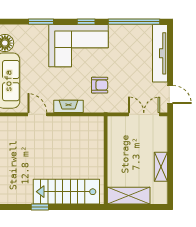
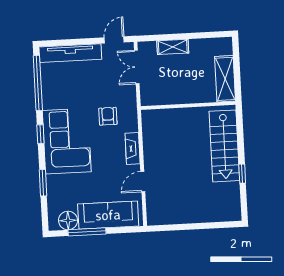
shelving: (161, 167) -> (173, 47), moved

